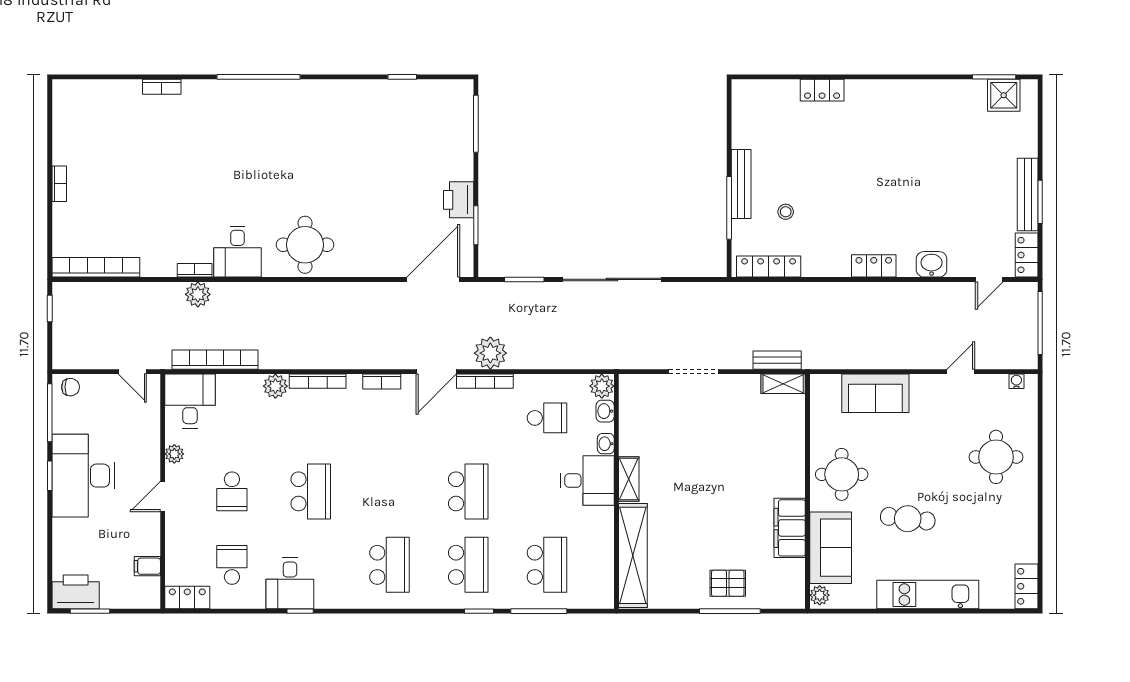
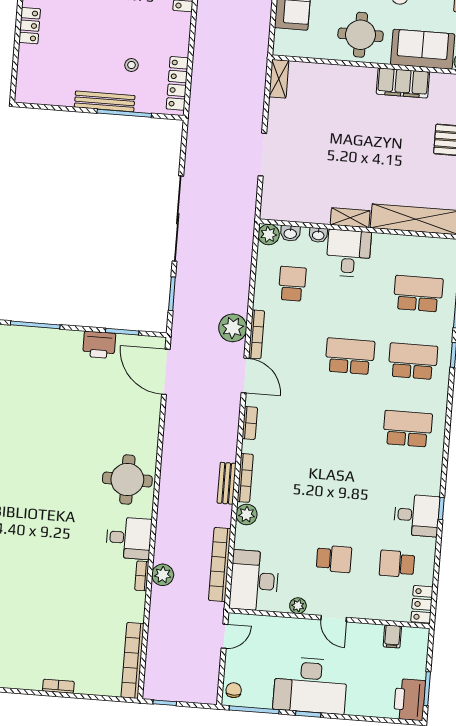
bench: (777, 360) -> (227, 483), moved
desk: (190, 401) -> (254, 581), width x1.37
school desk: (311, 491) -> (339, 491), removed

